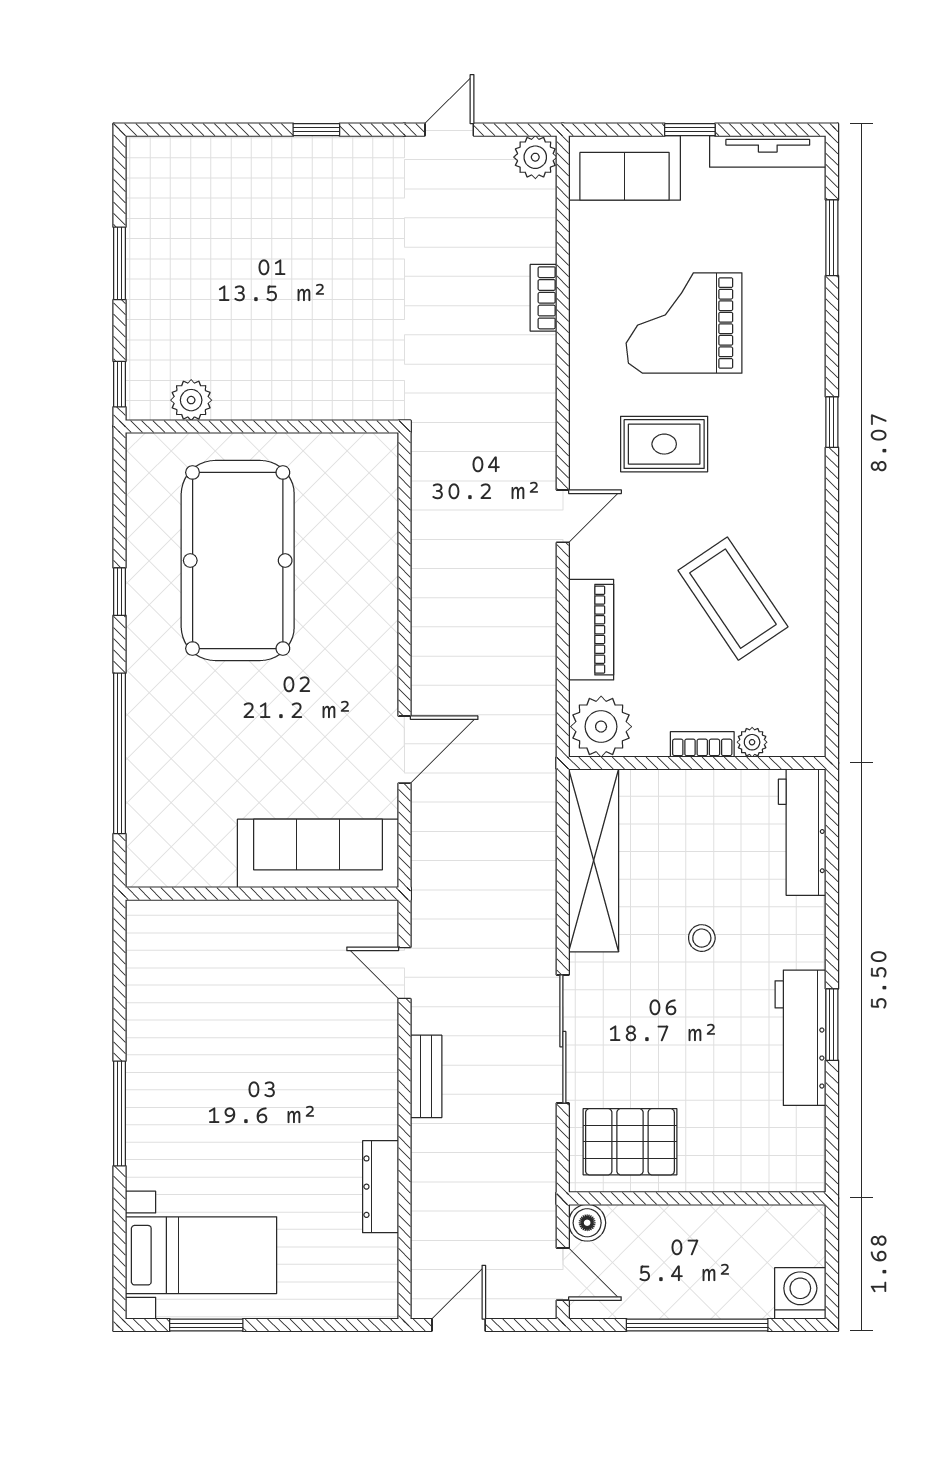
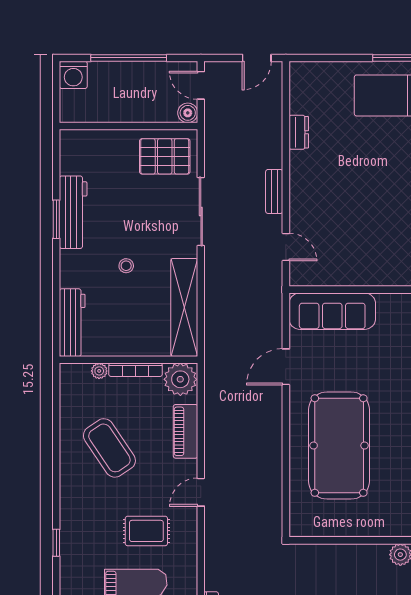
pool table: (238, 560) -> (339, 446), moved
bookcase: (702, 744) -> (136, 370), width x1.56
dresser: (381, 1187) -> (299, 132), width x0.70

